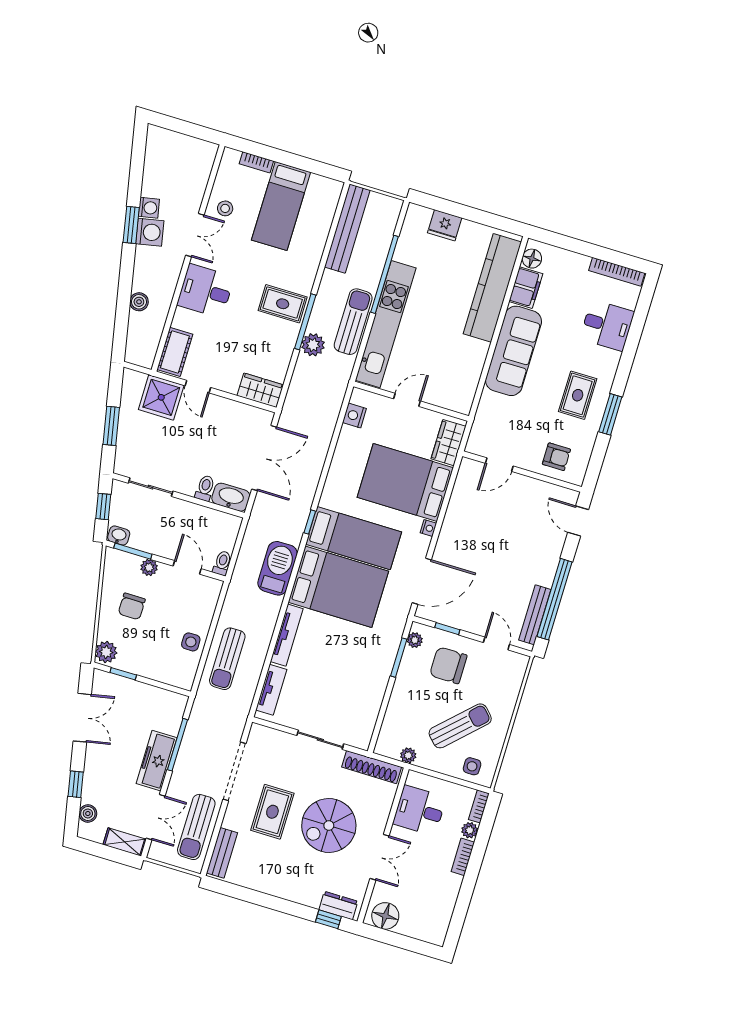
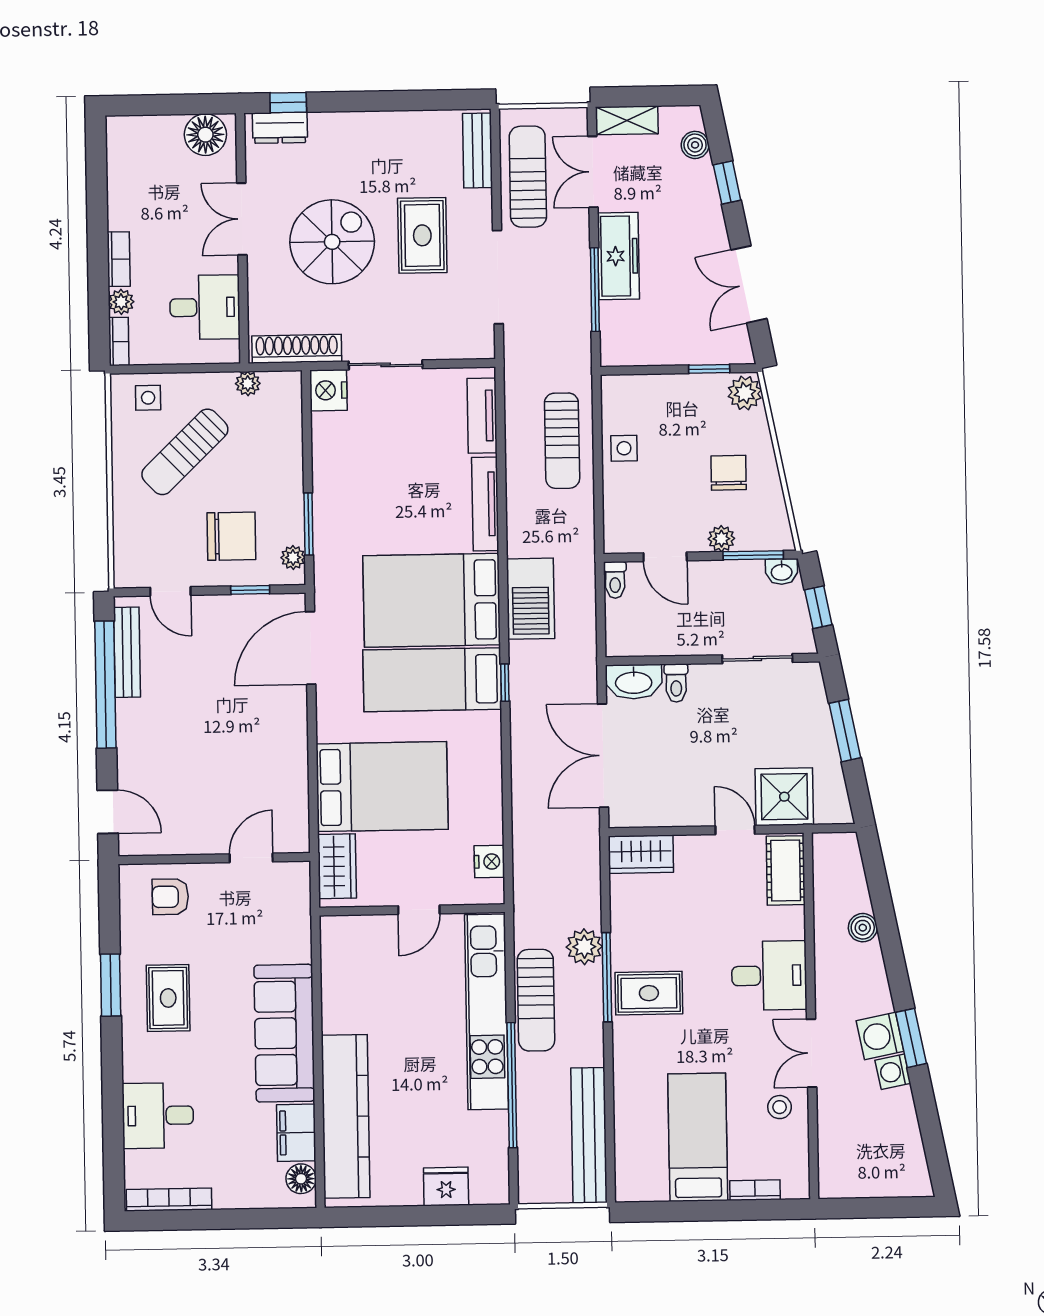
nightstand: (428, 528) -> (328, 390), moved, width x1.89, depth x1.79
sun lounger: (227, 659) -> (562, 441), turned 180

